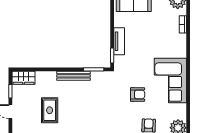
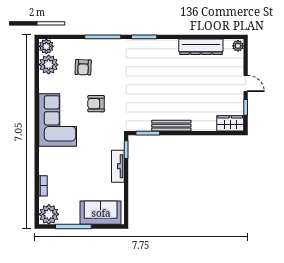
rug: (50, 110) -> (199, 85), removed

